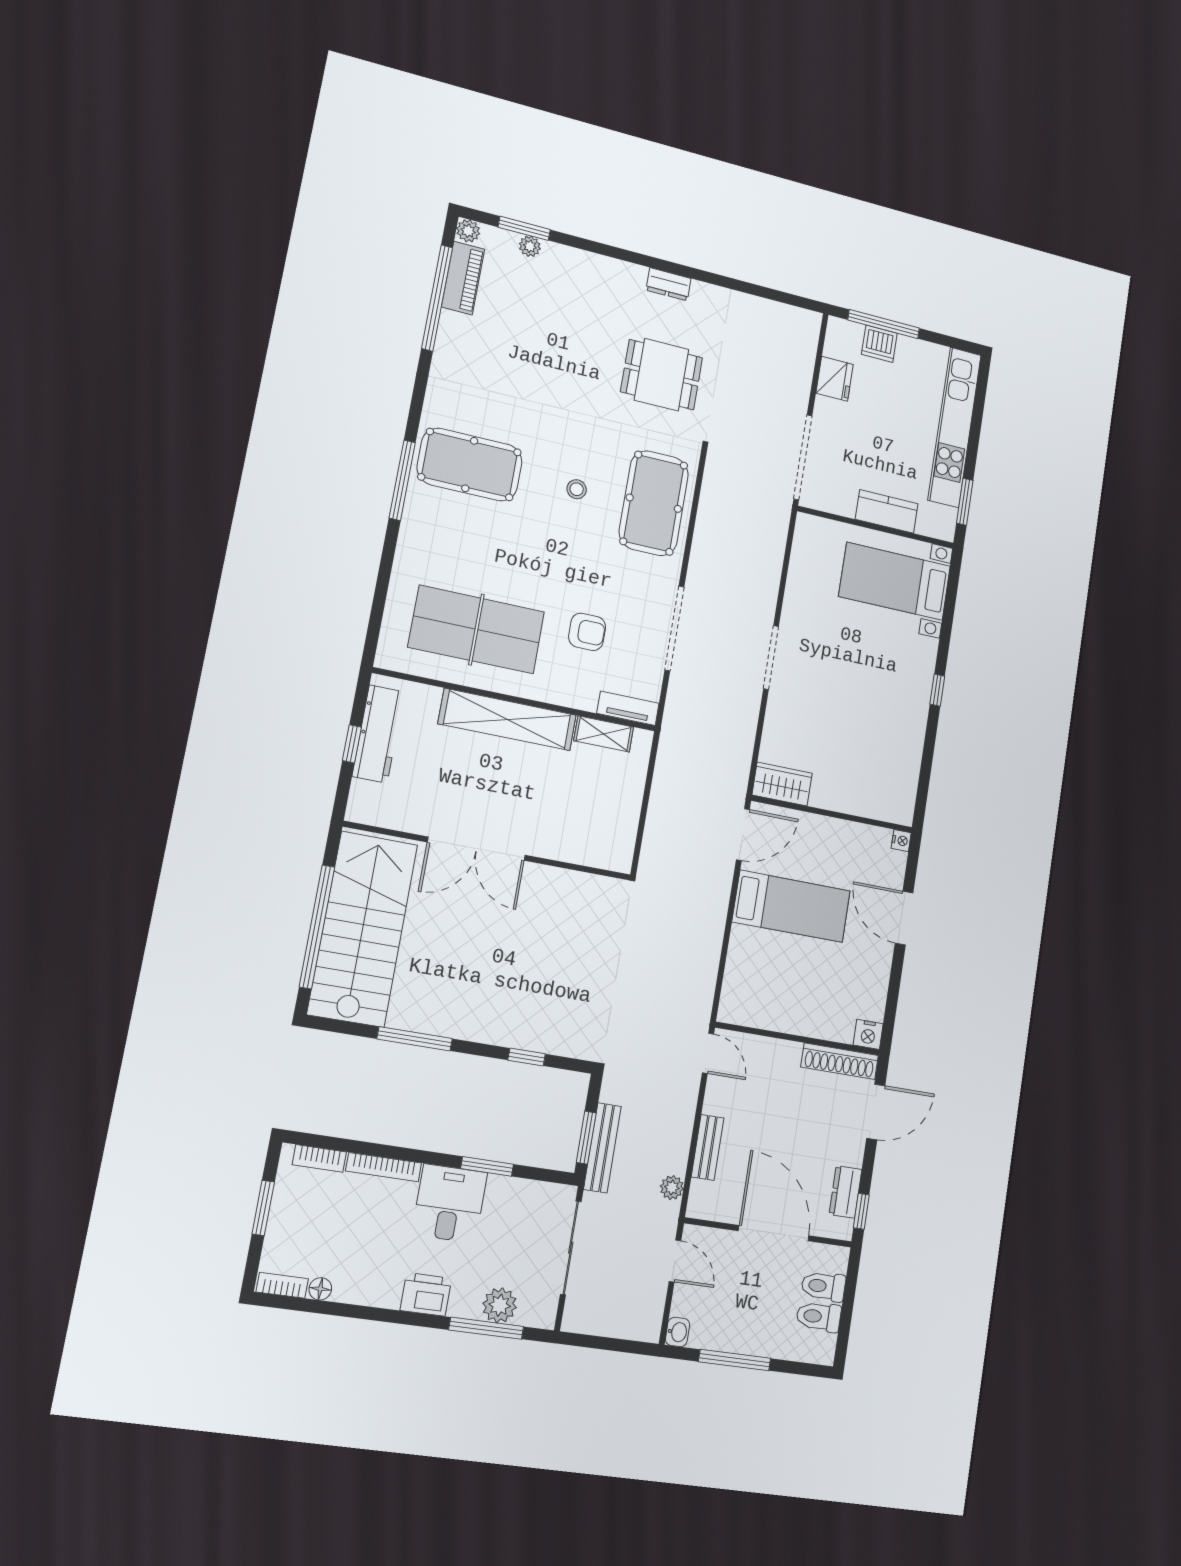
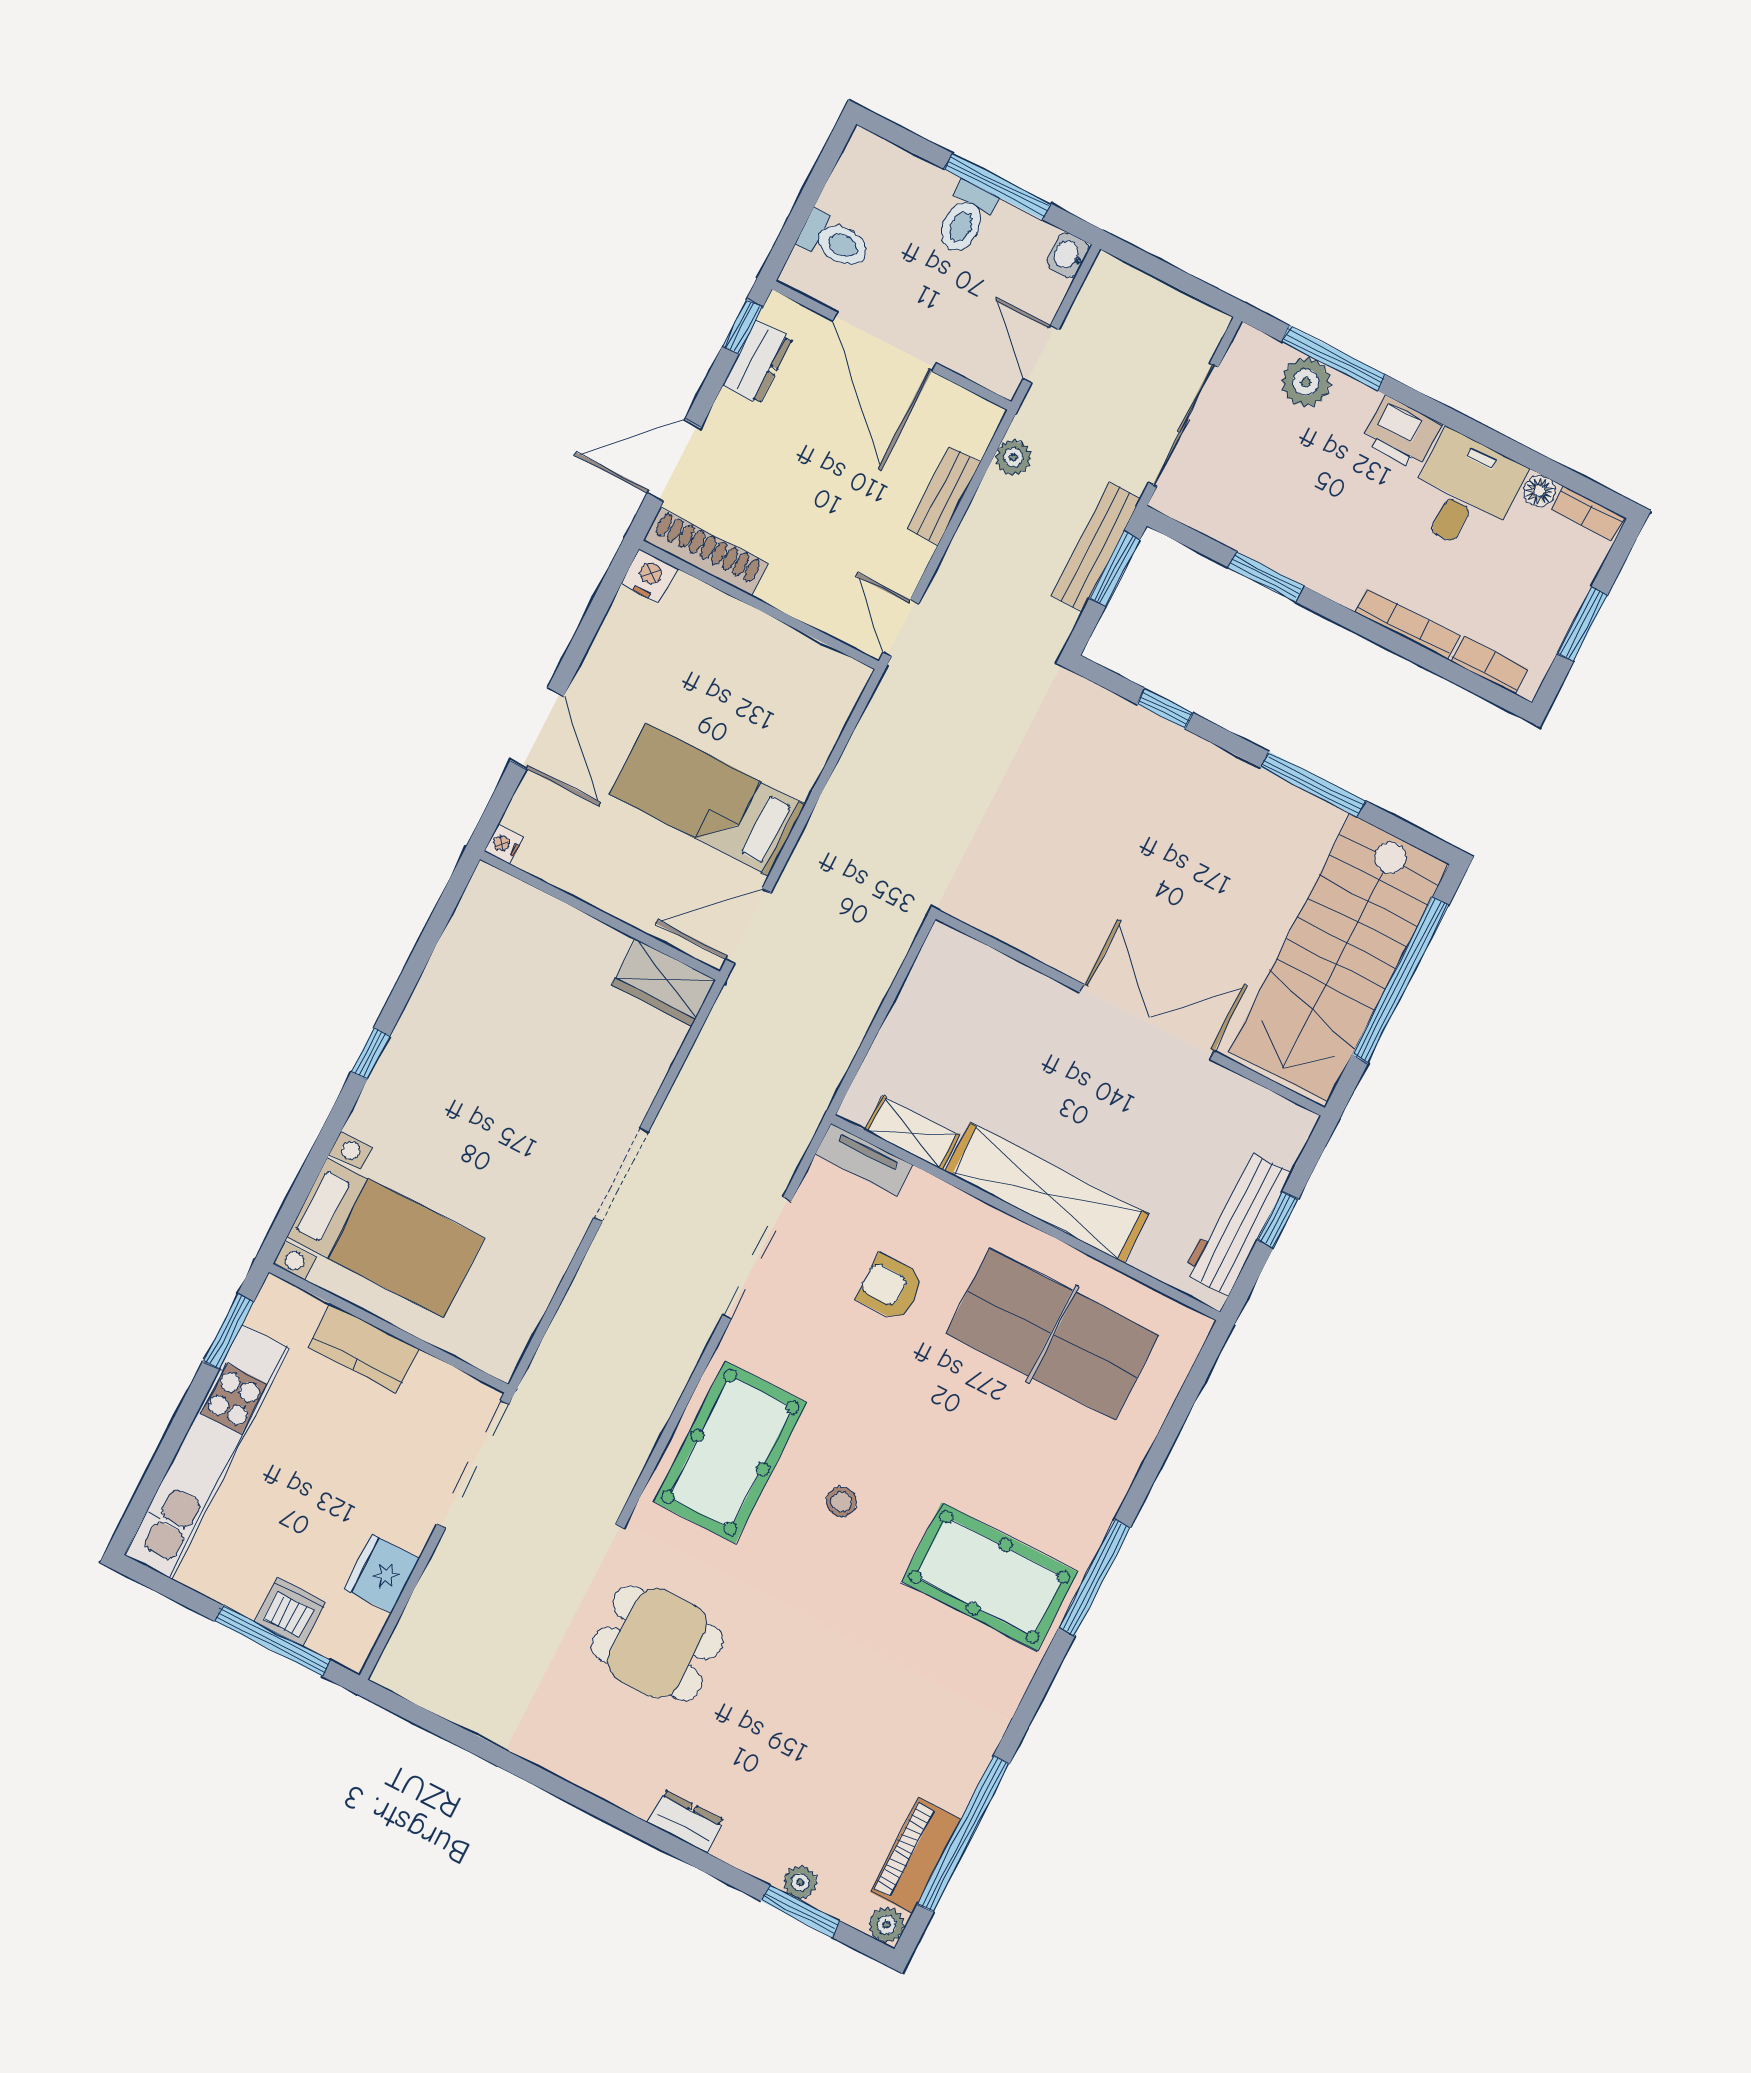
dresser: (668, 284) -> (686, 1821), moved
desk: (450, 1203) -> (1465, 492), moved, turned 180
toilet: (819, 1317) -> (965, 218), moved, turned 90

